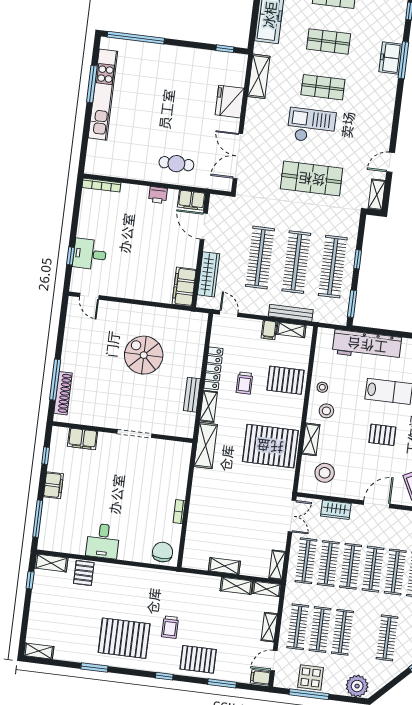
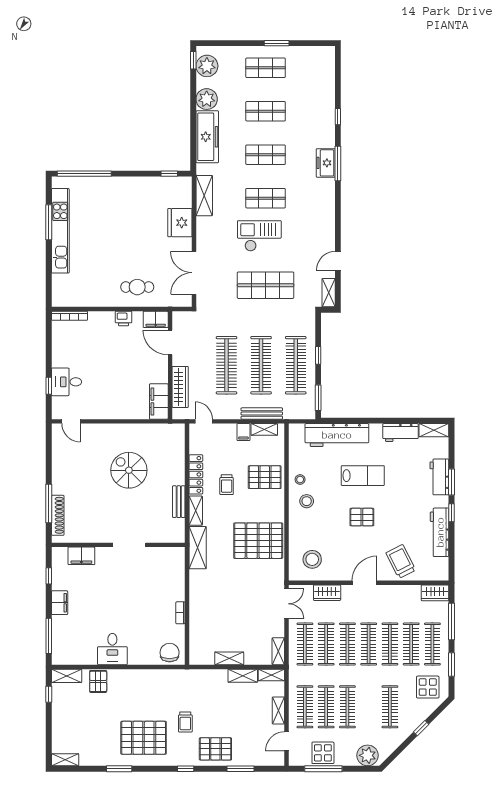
shelving: (311, 439) -> (295, 530), removed
filing cabinet: (260, 677) -> (276, 759), removed

